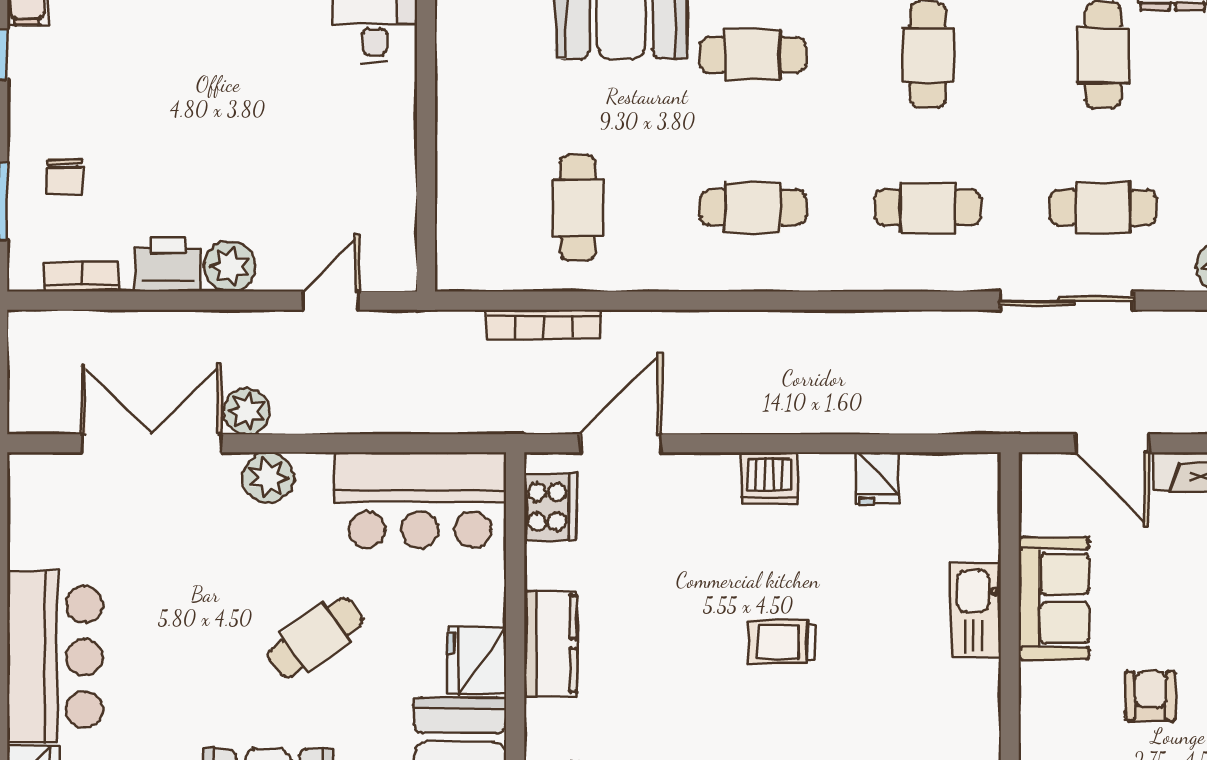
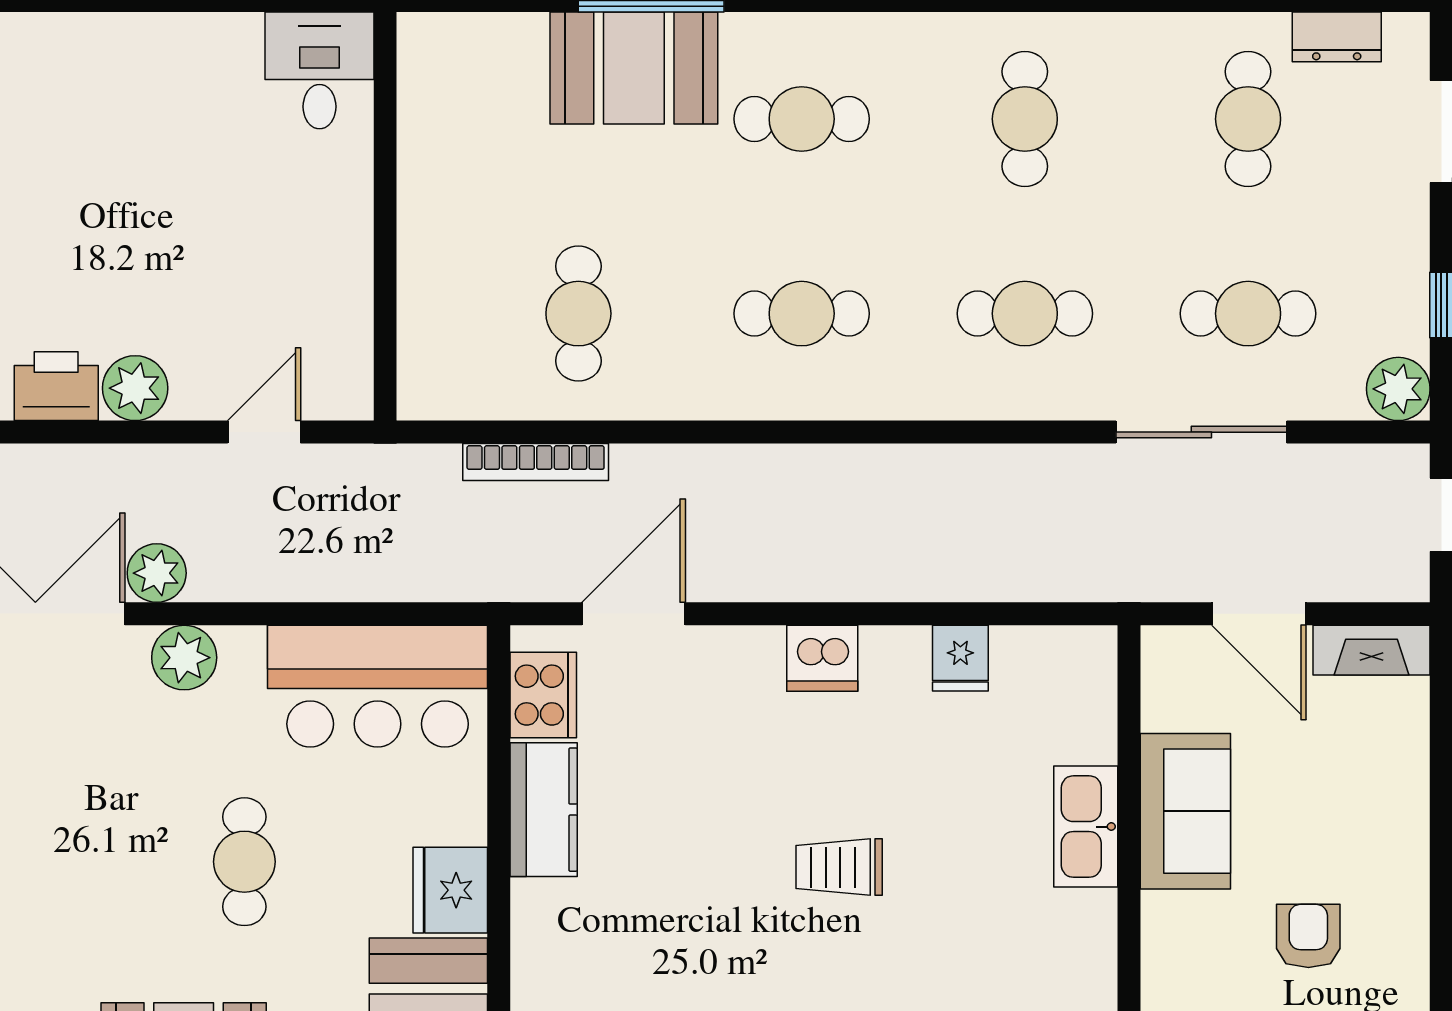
cafe table: (316, 638) -> (244, 862), turned -54
kitchen counter: (550, 644) -> (544, 810), moved

